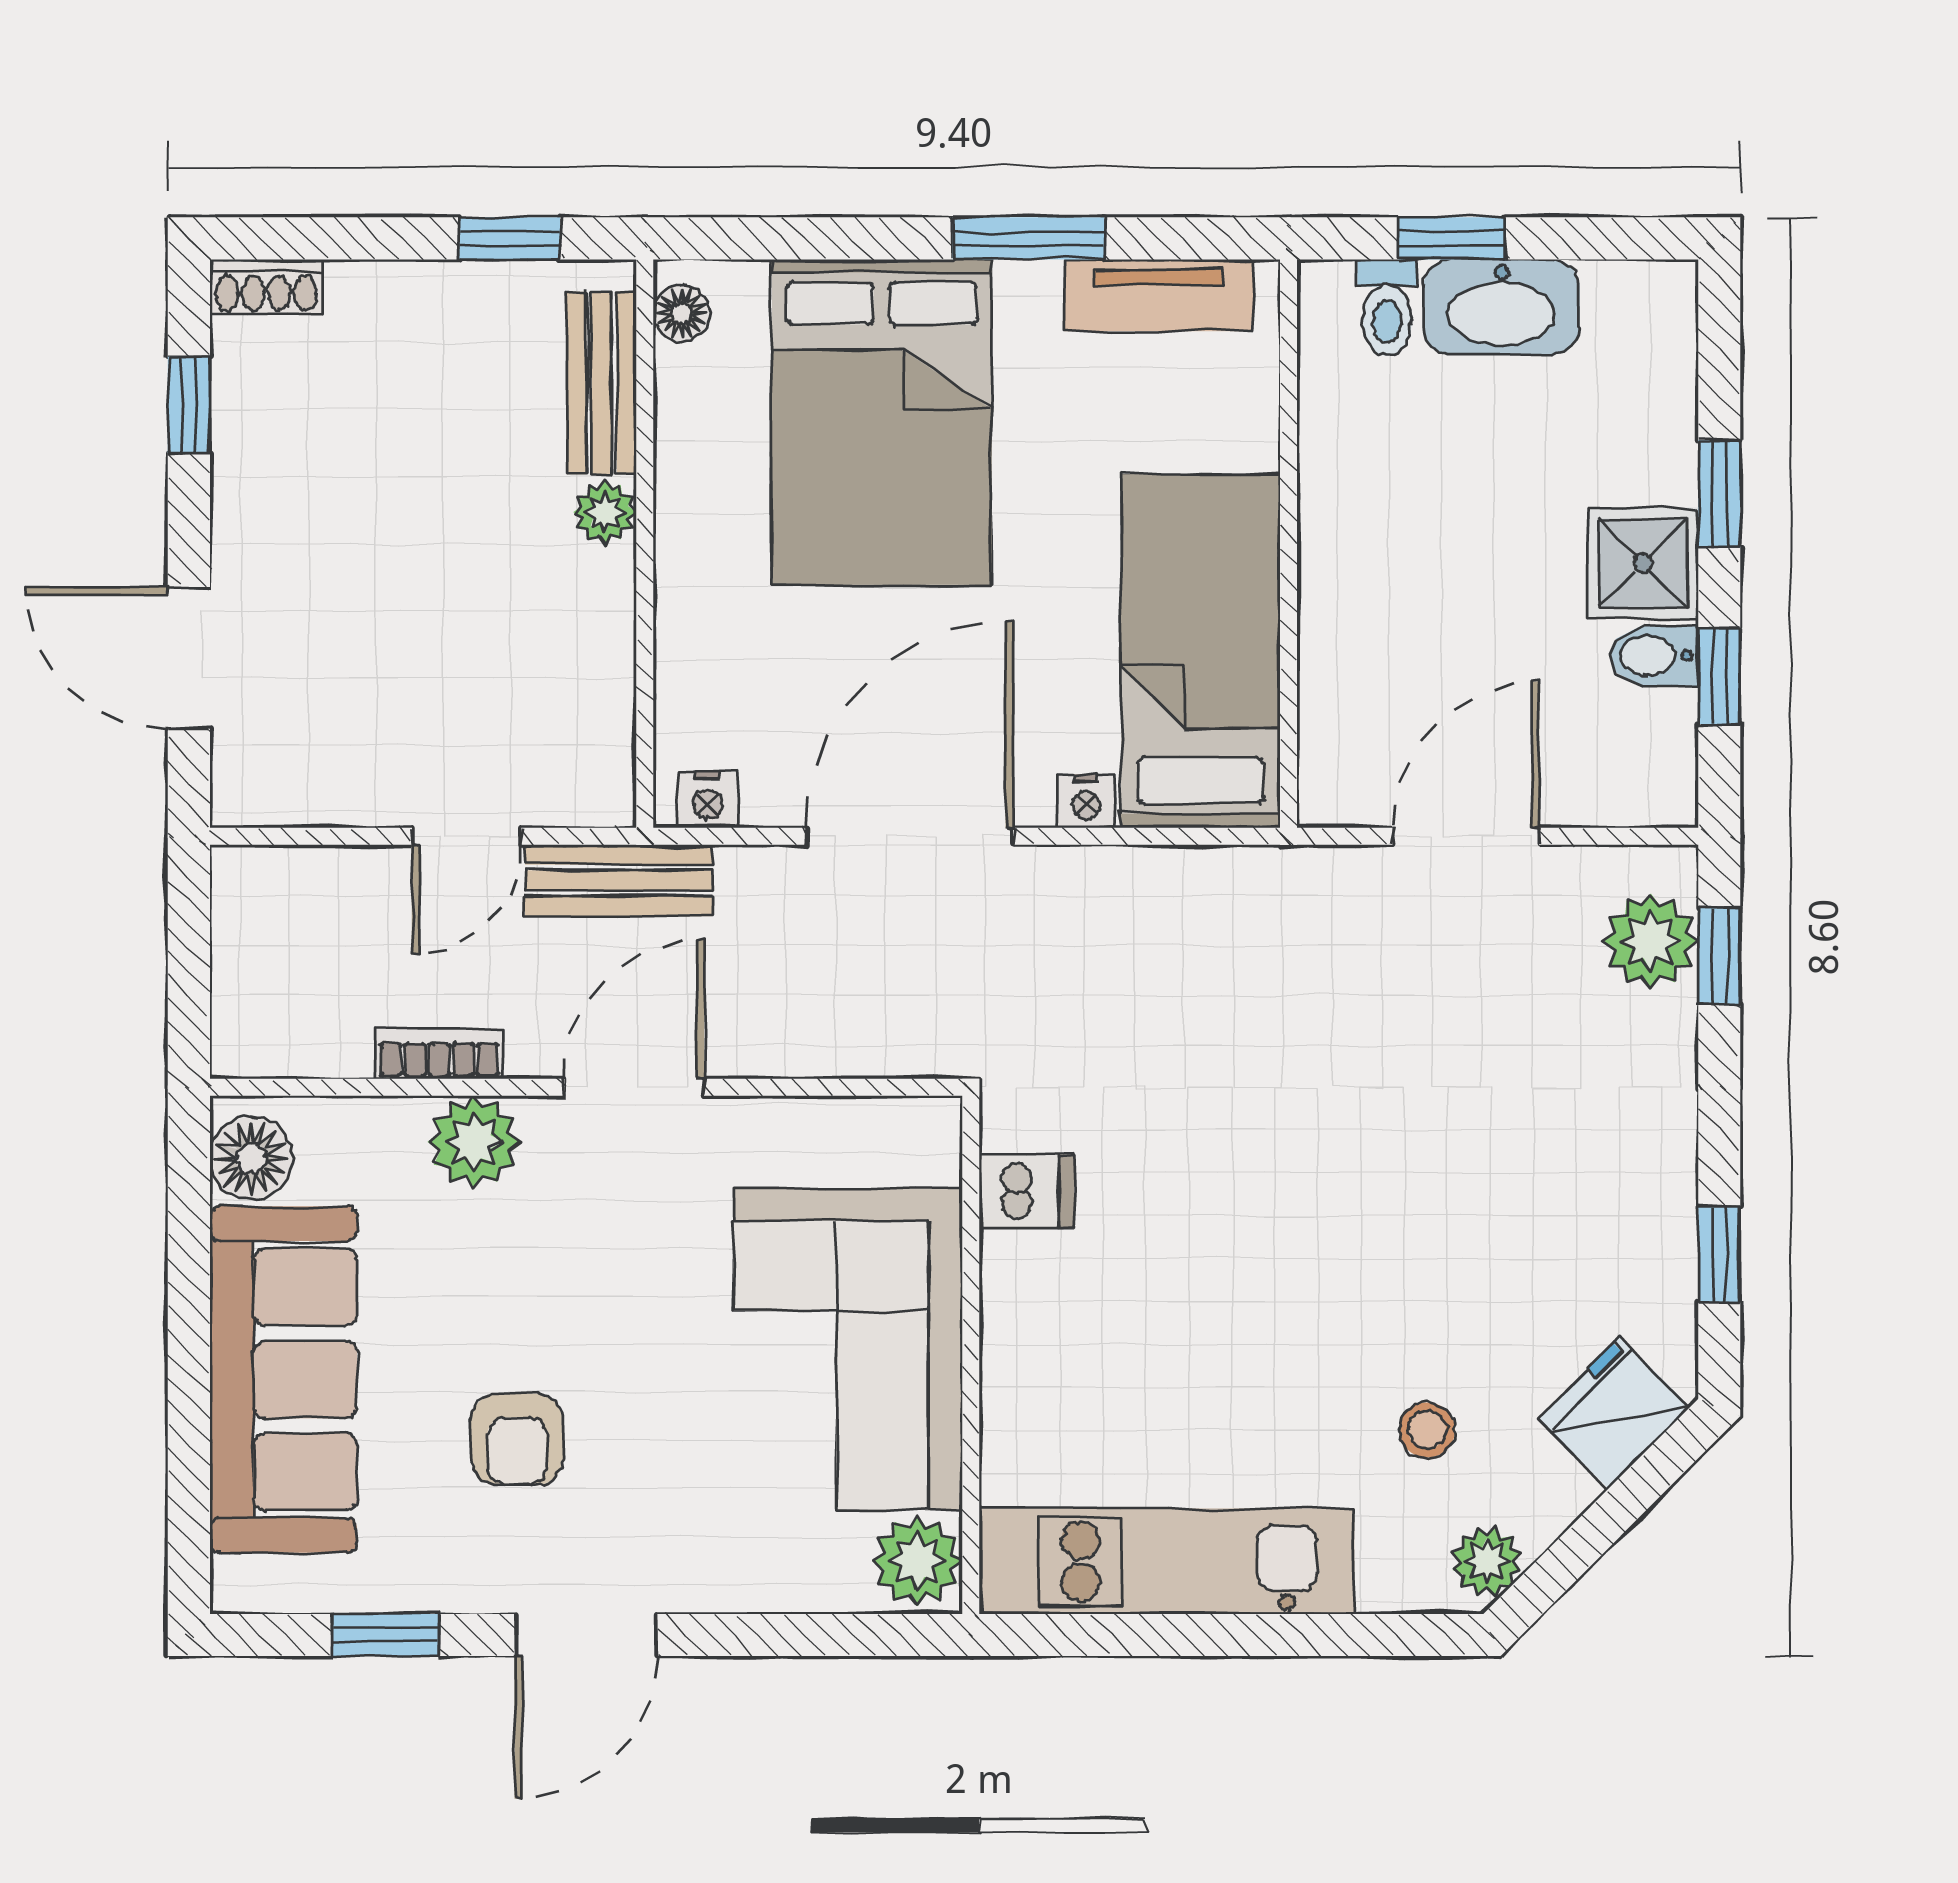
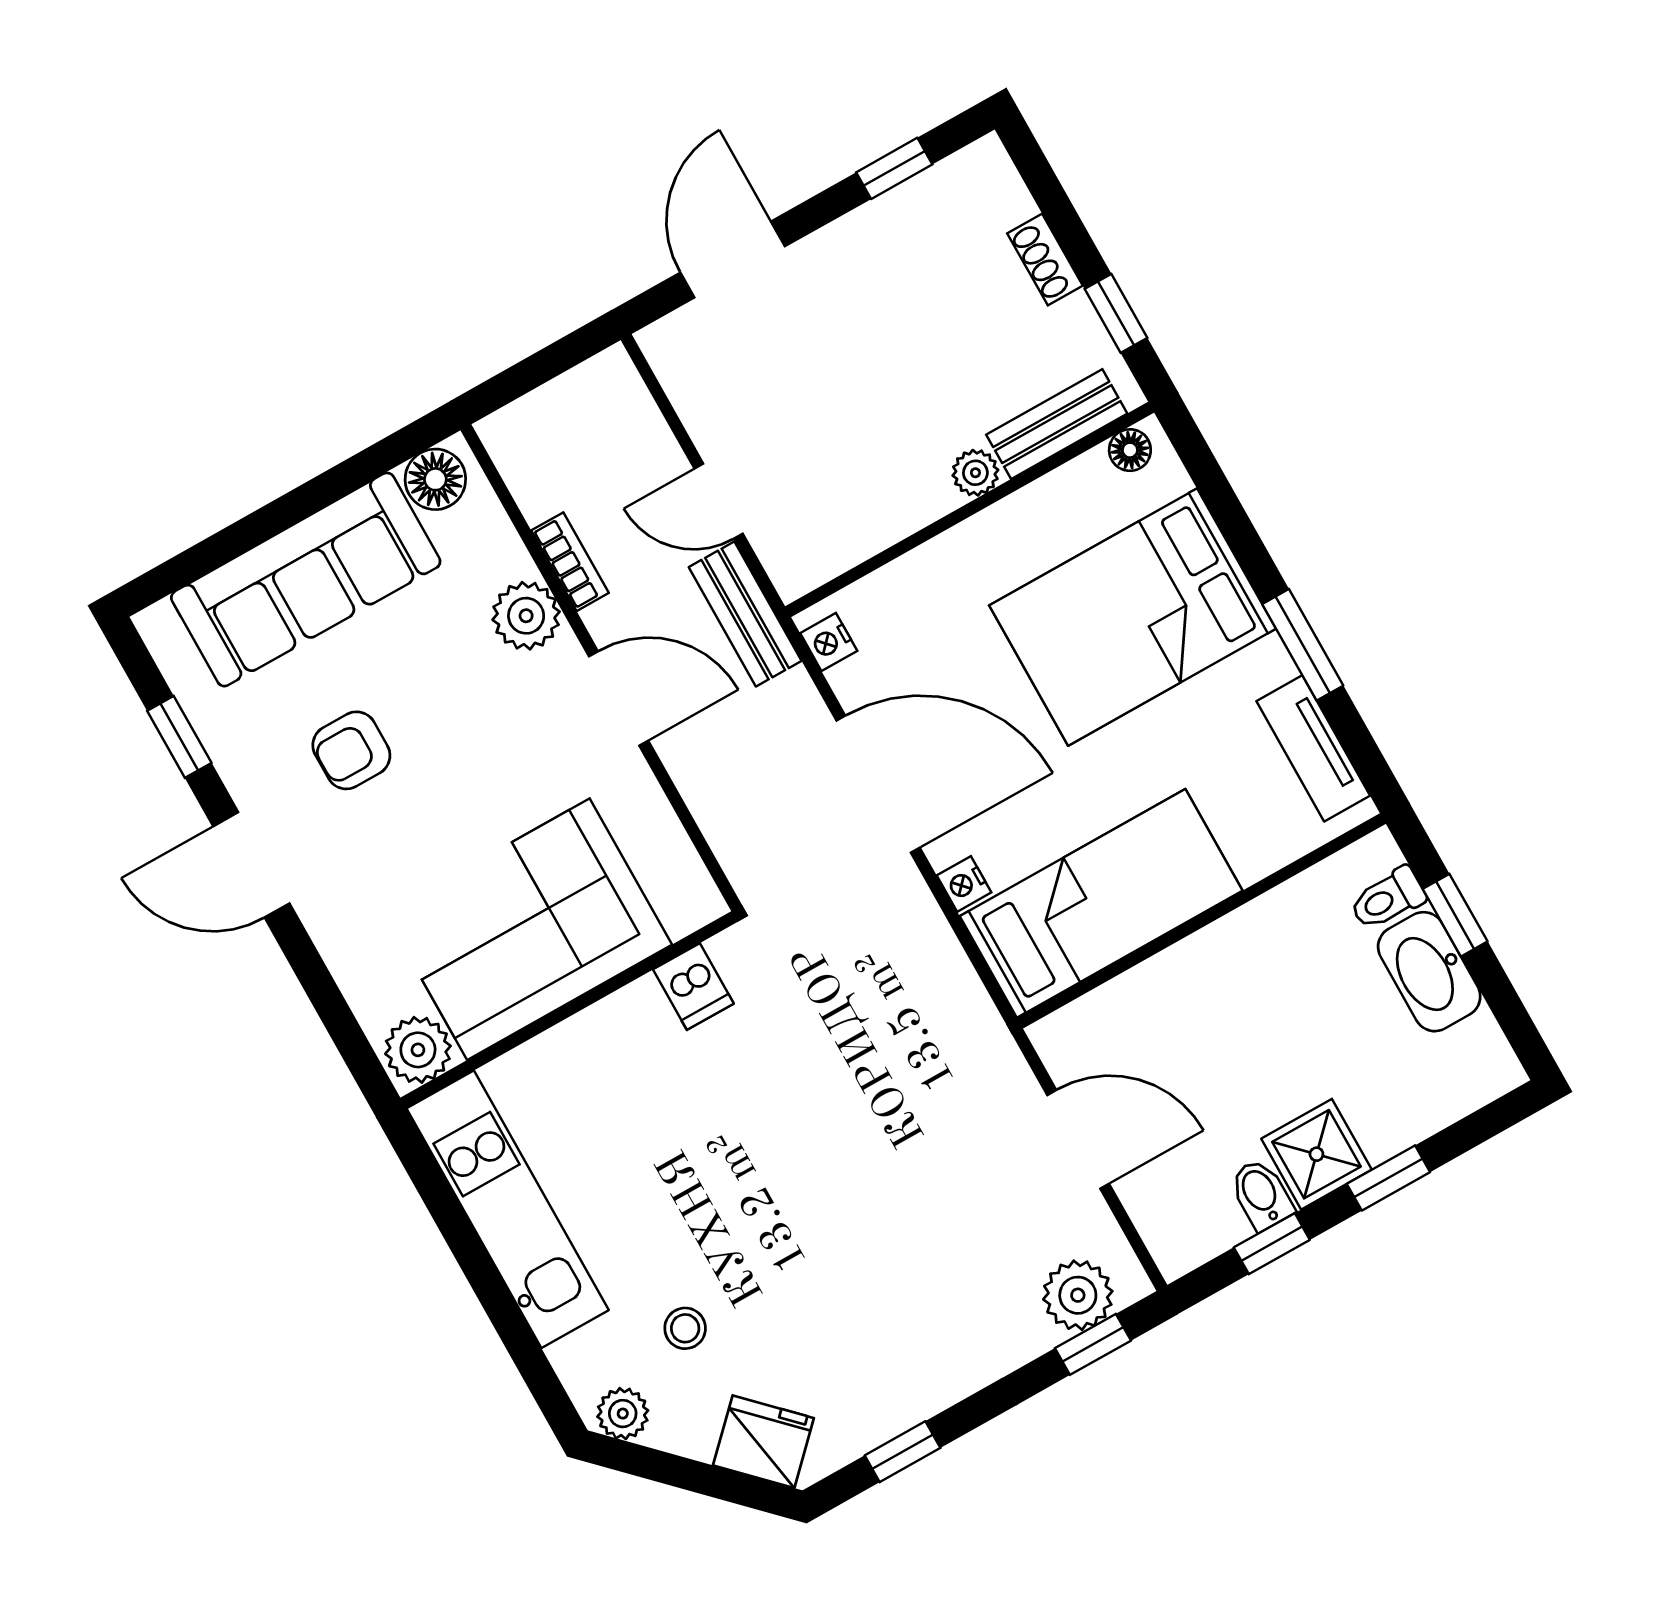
shoe rack: (266, 287) -> (1045, 259), moved

